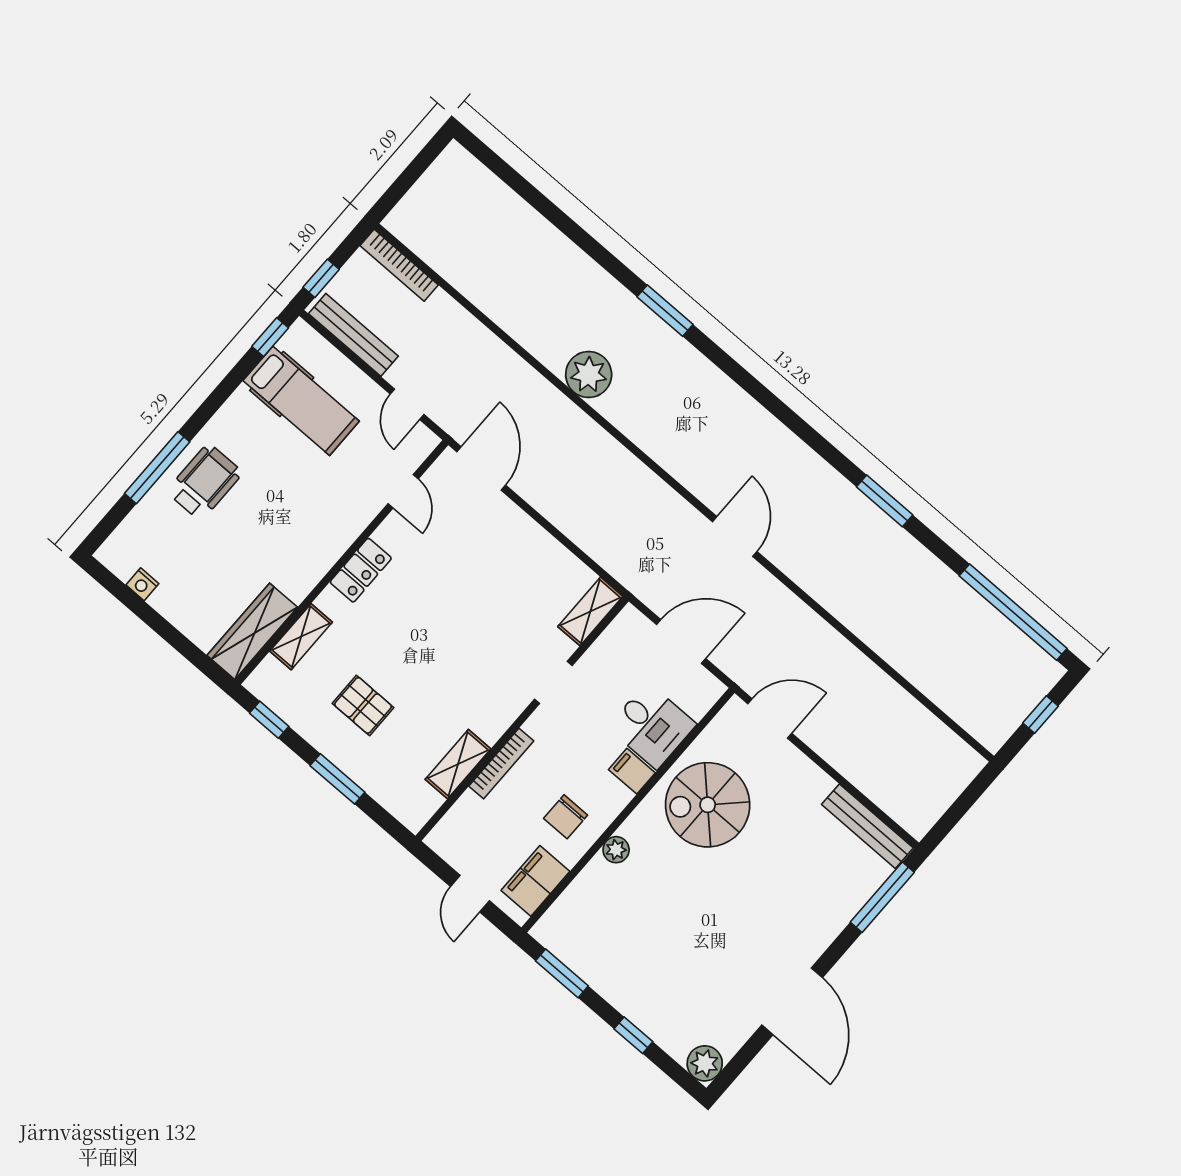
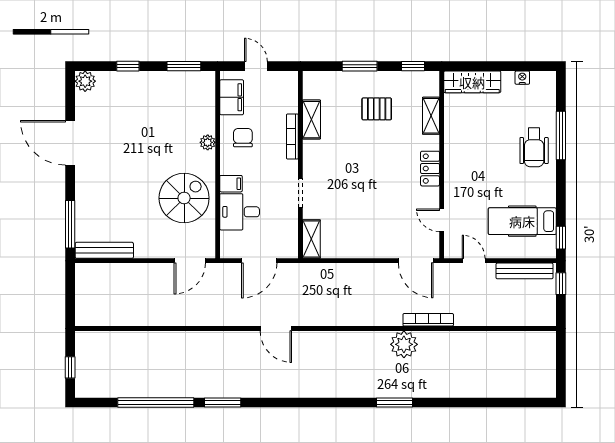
bookcase: (399, 265) -> (428, 320), moved
window: (1013, 612) -> (156, 402), moved
wardrobe: (252, 631) -> (472, 82), moved, turned 90

